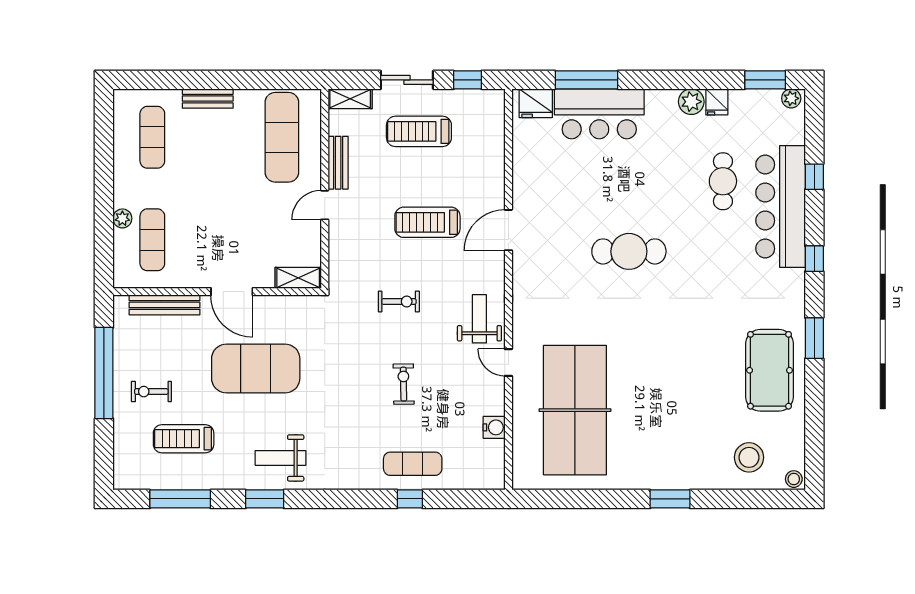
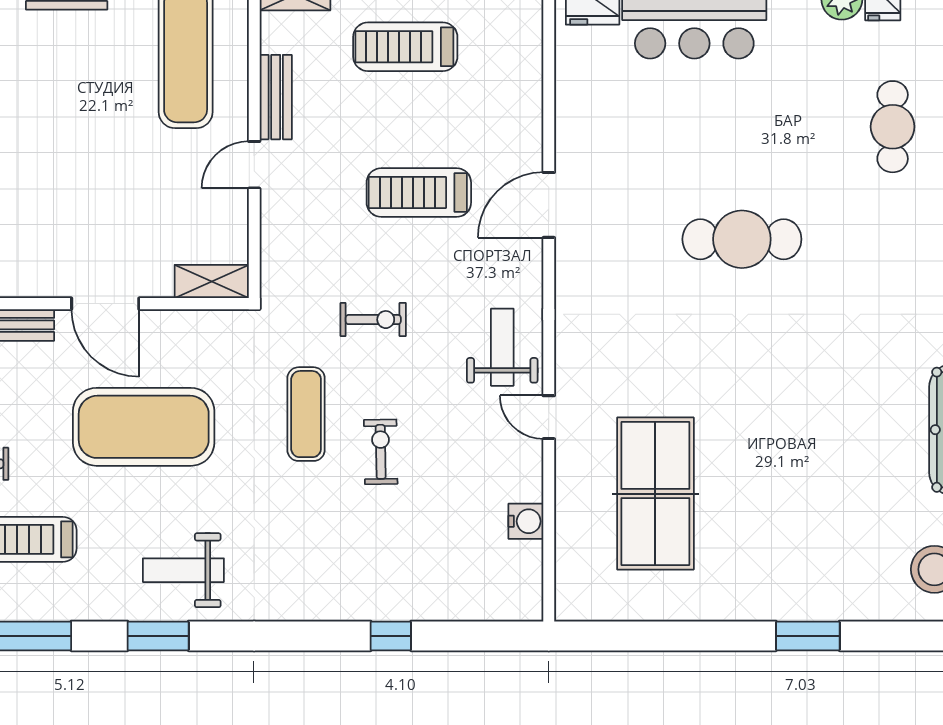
table tennis table: (575, 410) -> (655, 494), width x0.73, depth x0.76
exercise mat: (413, 464) -> (306, 414), moved, turned 90

